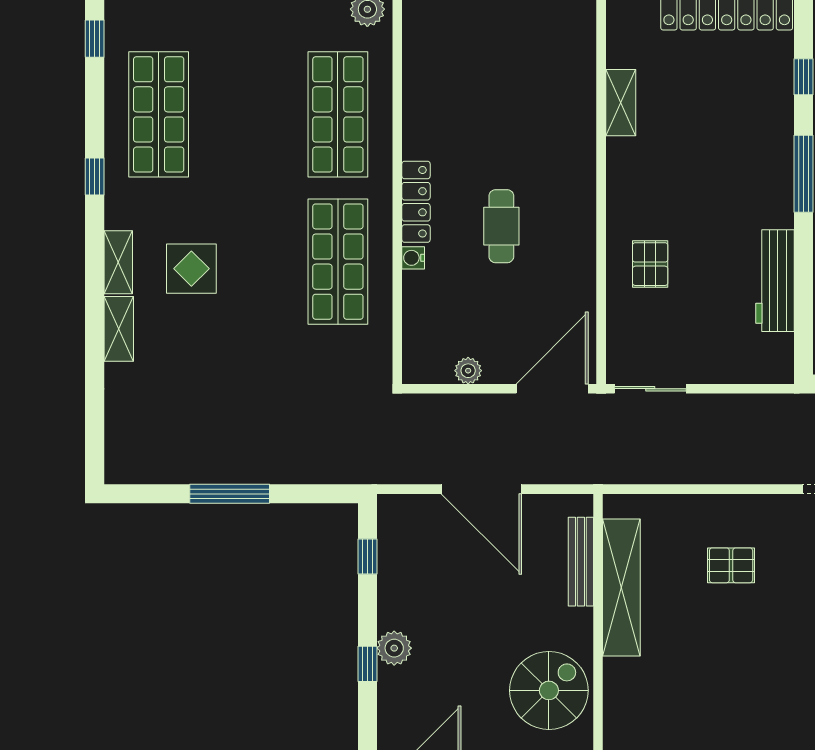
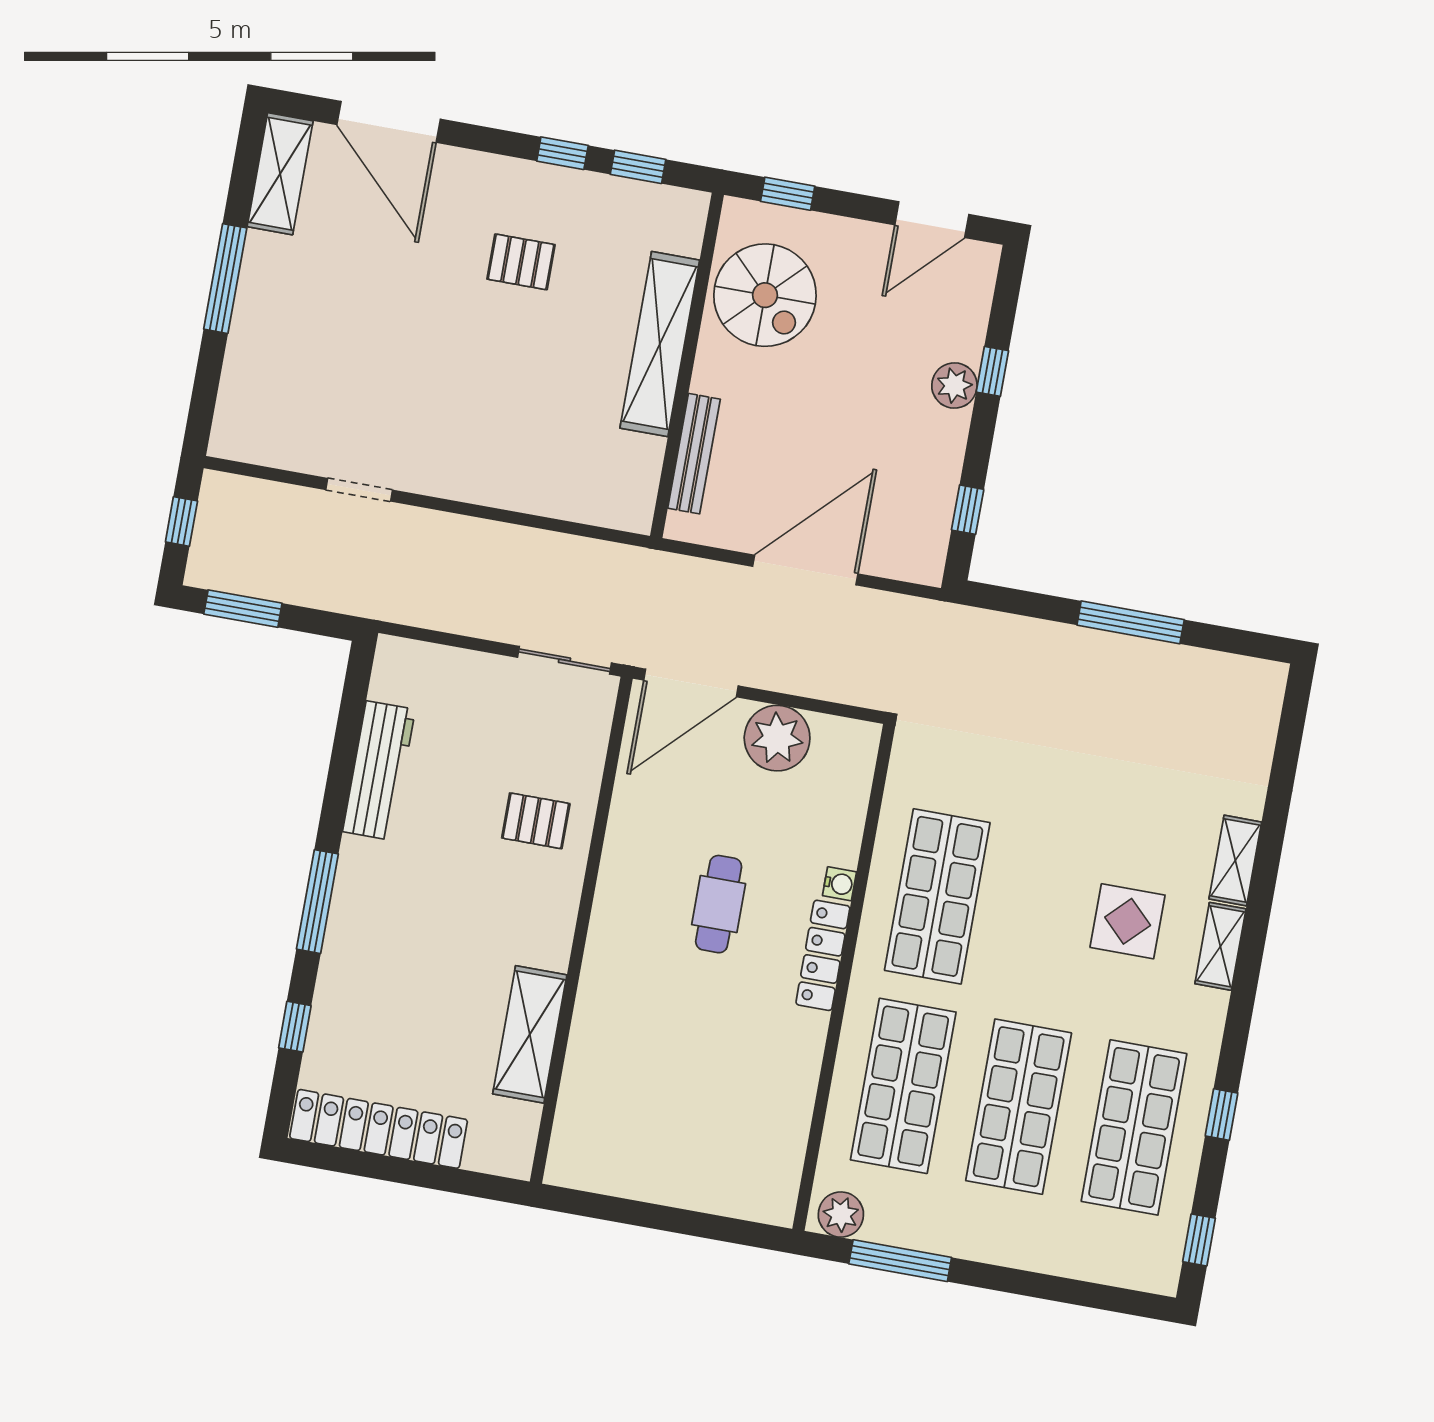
shelving: (621, 103) -> (530, 1034), width x1.50, depth x1.33
shop shelf: (248, 114) -> (1019, 1107), added
window: (95, 177) -> (1222, 1114), moved
pallet: (650, 264) -> (536, 821), turned 90
plant: (468, 371) -> (777, 738), width x1.88, depth x1.88
door: (481, 489) -> (805, 570), hinge flipped
pallet: (731, 565) -> (521, 262), moved
shelving: (621, 587) -> (660, 344), moved
spiral stairs: (549, 690) -> (765, 295), turned -90

